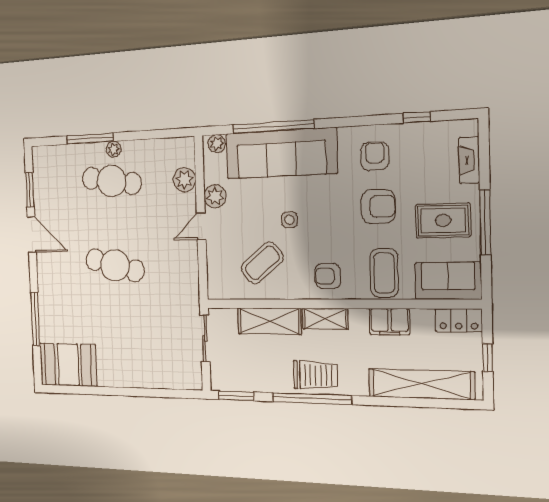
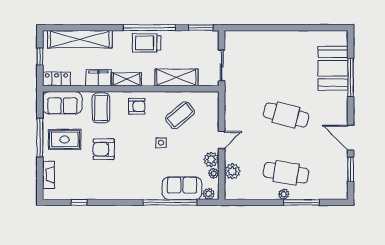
sofa: (281, 153) -> (182, 188), width x0.54, depth x0.79
armchair: (375, 156) -> (105, 180), removed
plant: (211, 175) -> (214, 173), added
shelving: (325, 319) -> (127, 79), moved
booth: (68, 365) -> (333, 68), moved, turned 90

